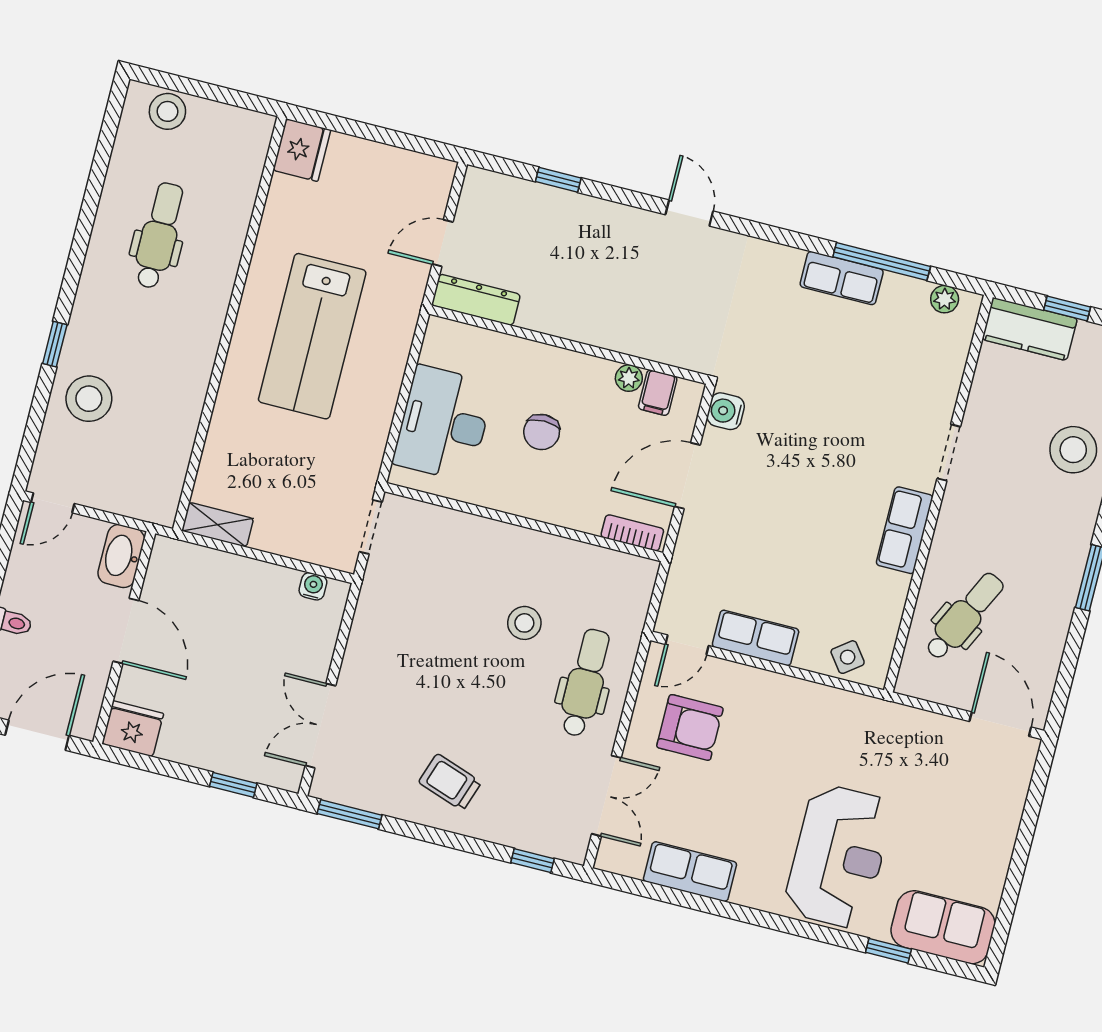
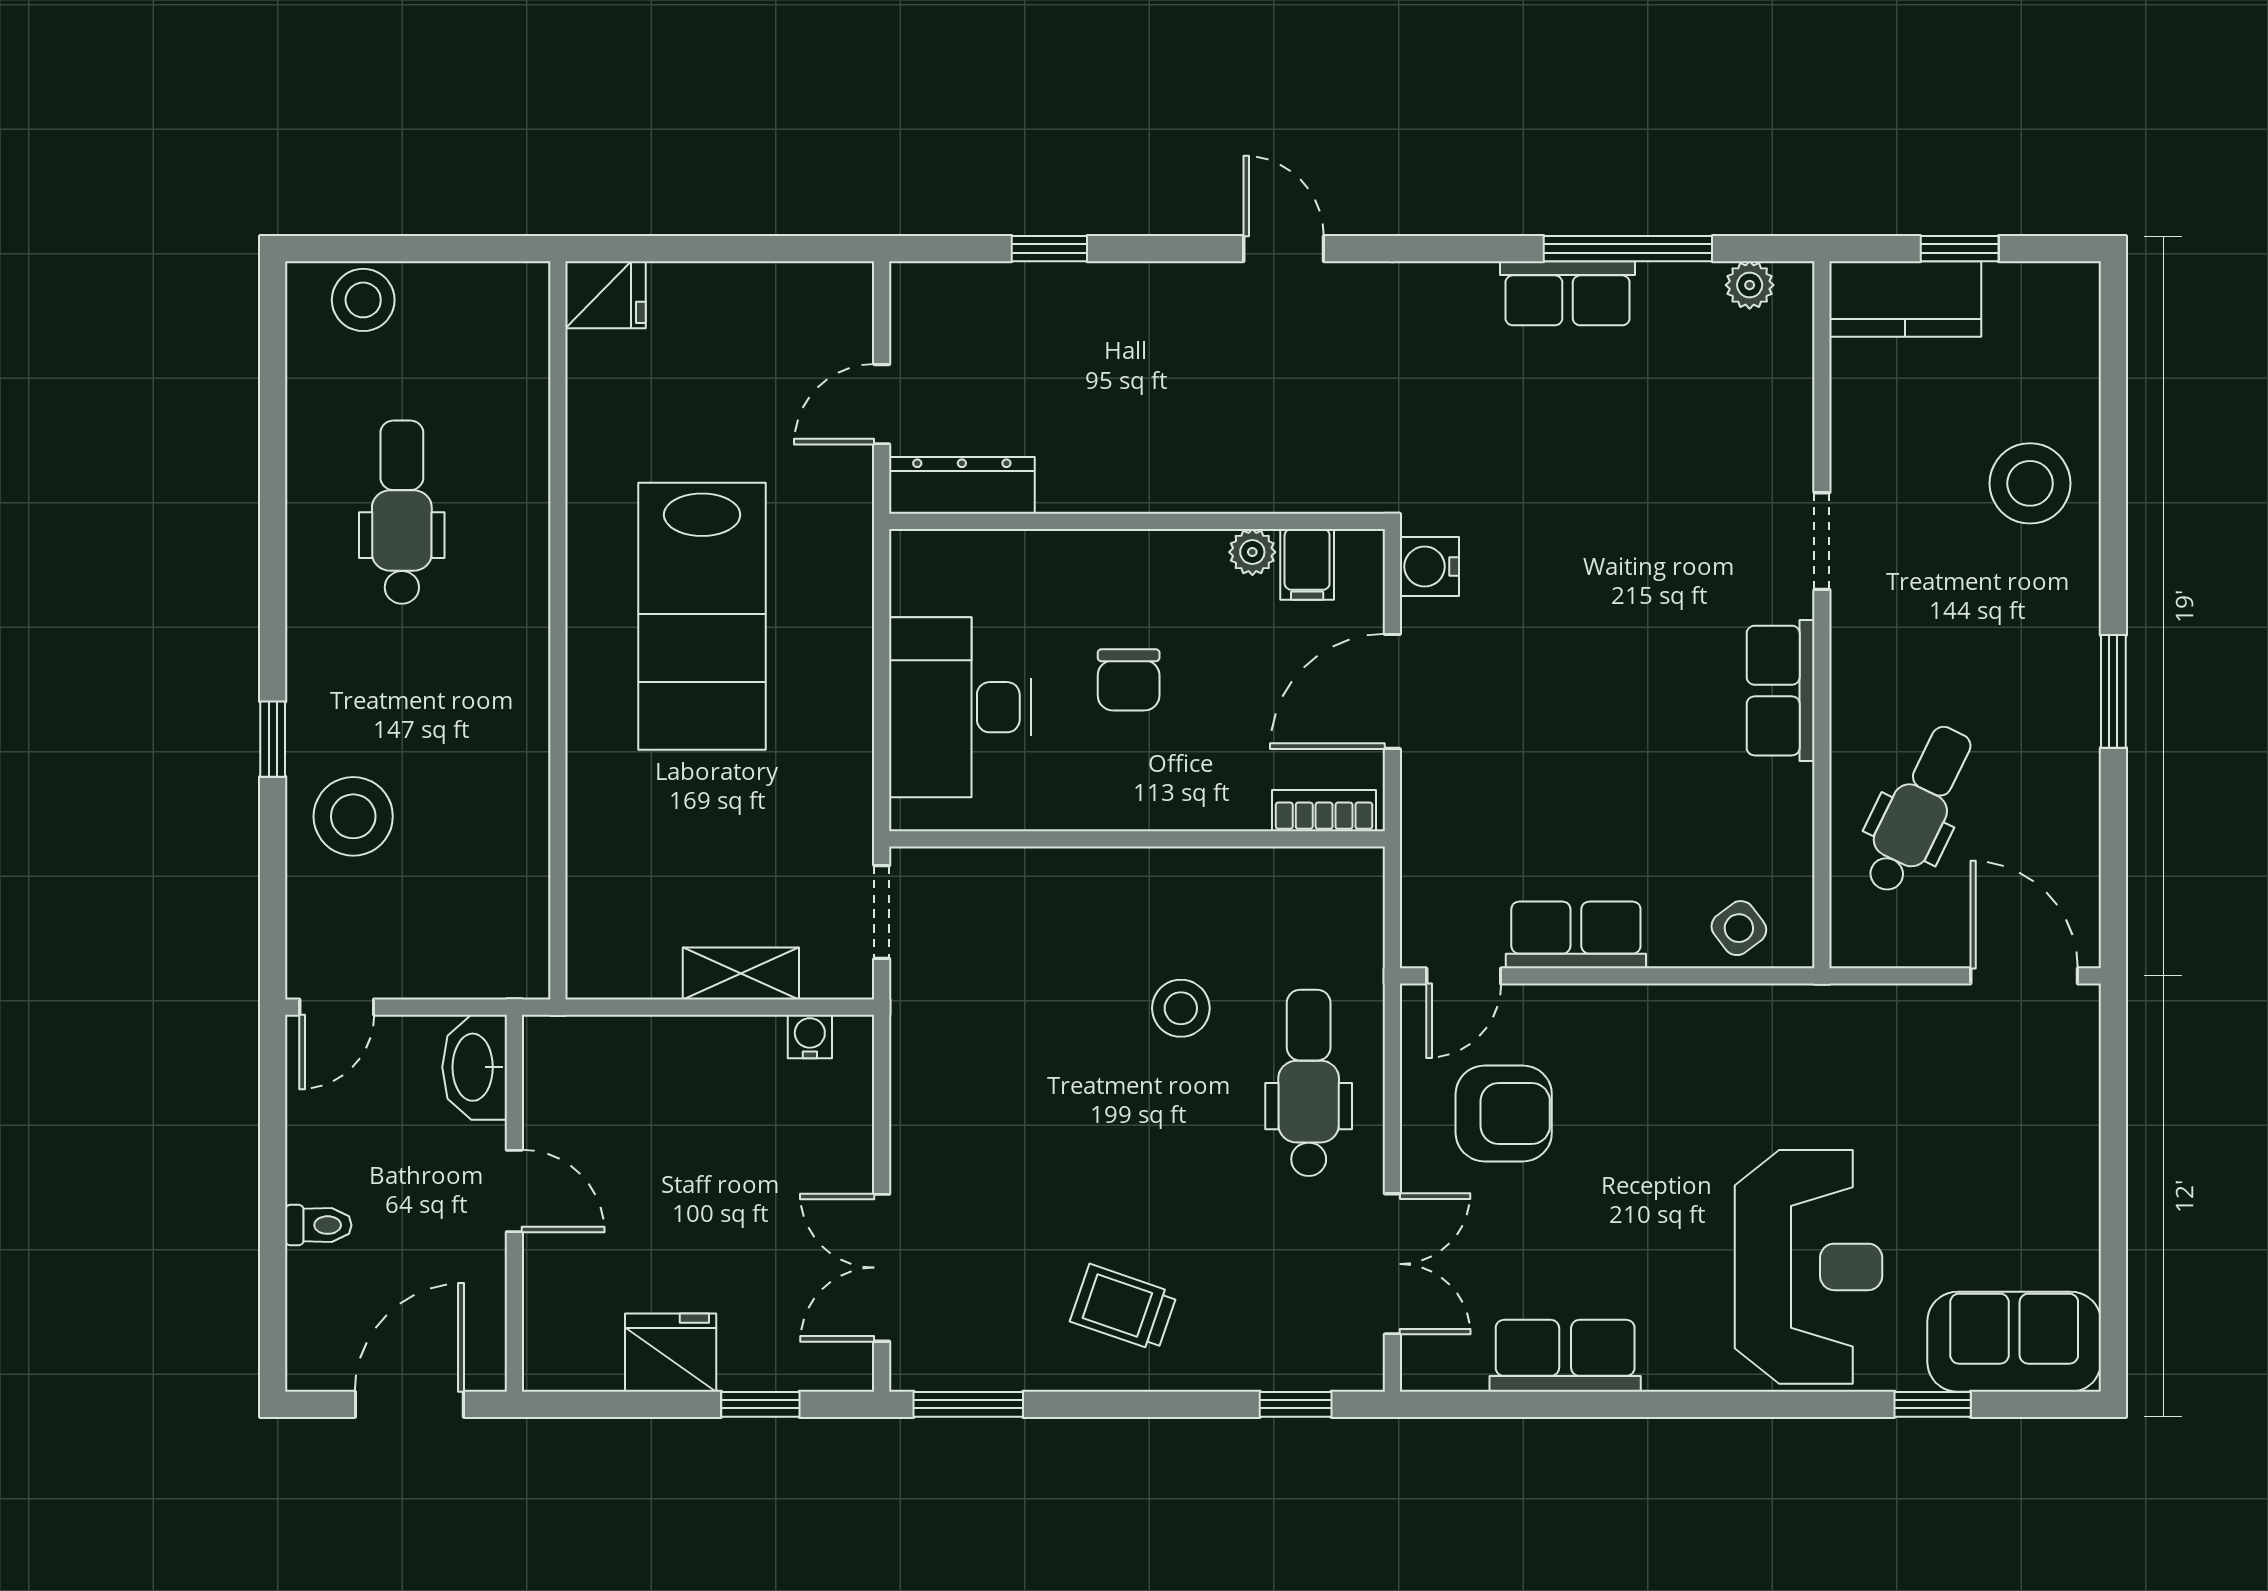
fridge: (302, 150) -> (606, 295), width x0.72
shelving: (218, 525) -> (741, 973), moved
door: (126, 631) -> (514, 1191), width x0.73
fridge: (133, 729) -> (671, 1353), moved

